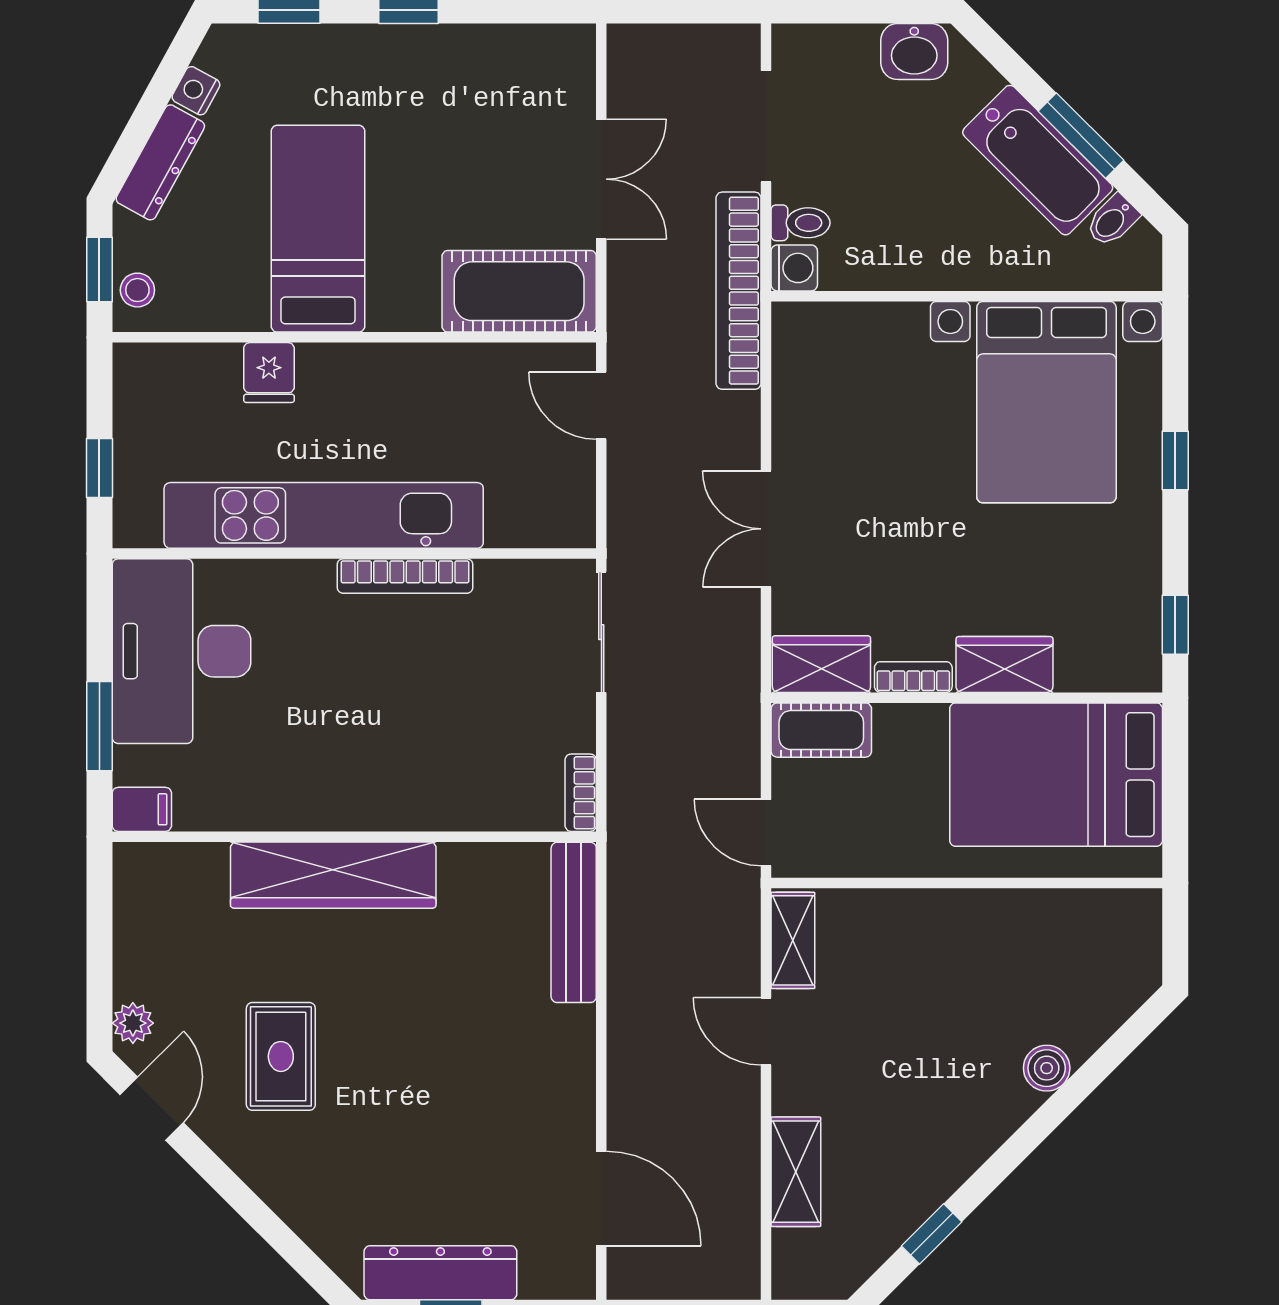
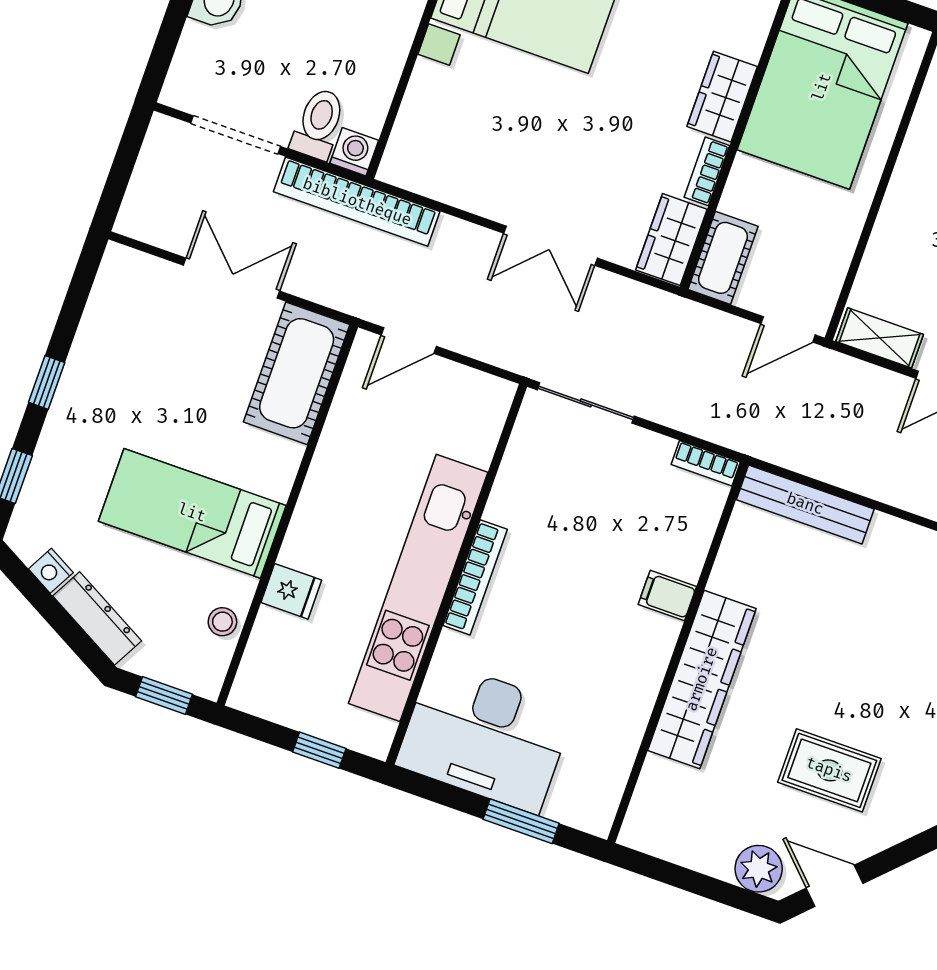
toilet: (800, 223) -> (318, 124), width x1.37, depth x1.39
stool: (137, 290) -> (222, 622), moved
bookcase: (405, 576) -> (475, 577), moved
filing cabinet: (142, 809) -> (667, 595), moved, turned -90
plant: (133, 1023) -> (759, 869), width x1.38, depth x1.38

